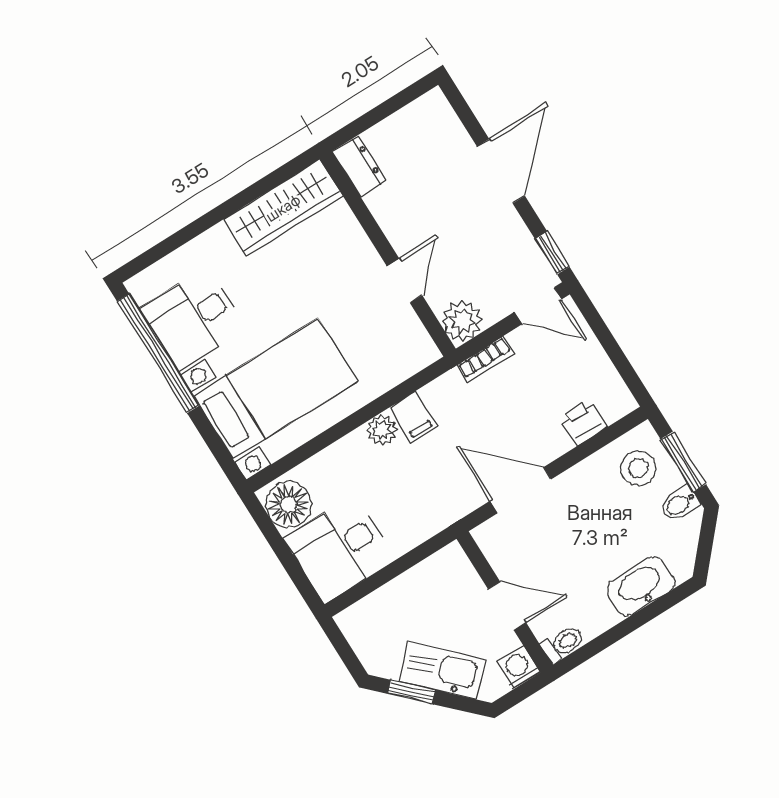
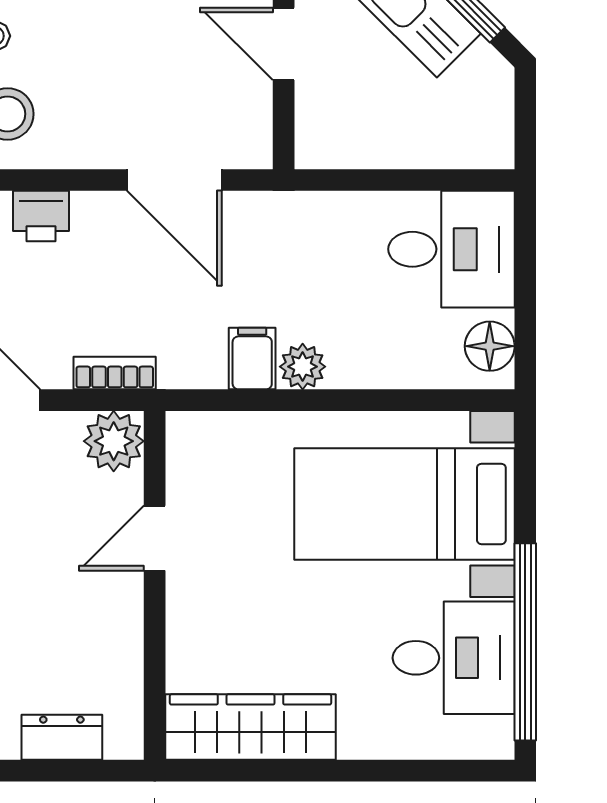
dresser: (359, 166) -> (62, 737), moved, turned 90
floor lamp: (288, 505) -> (490, 346), width x0.73, depth x0.73

